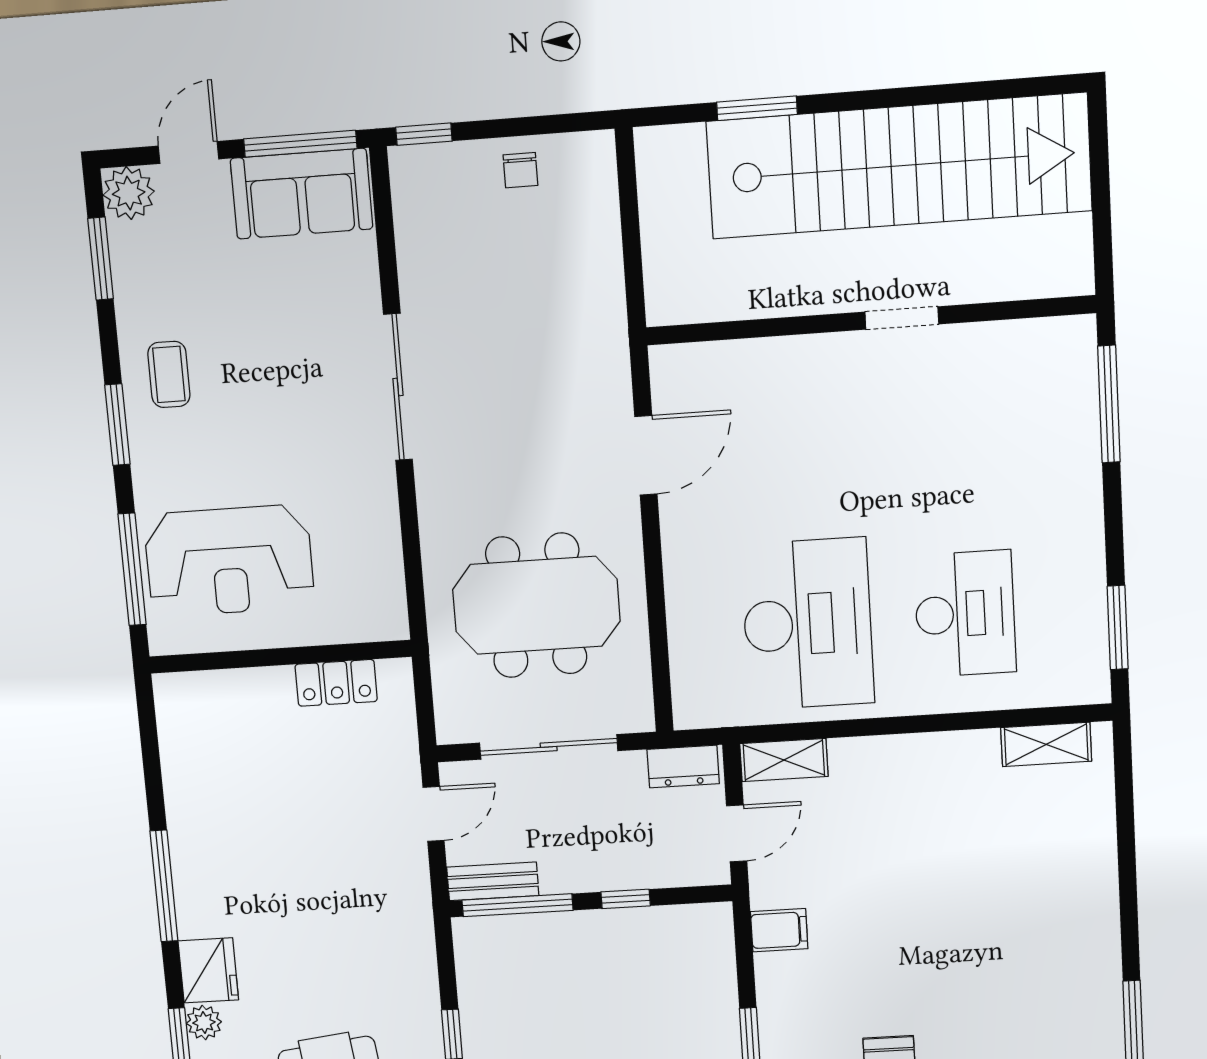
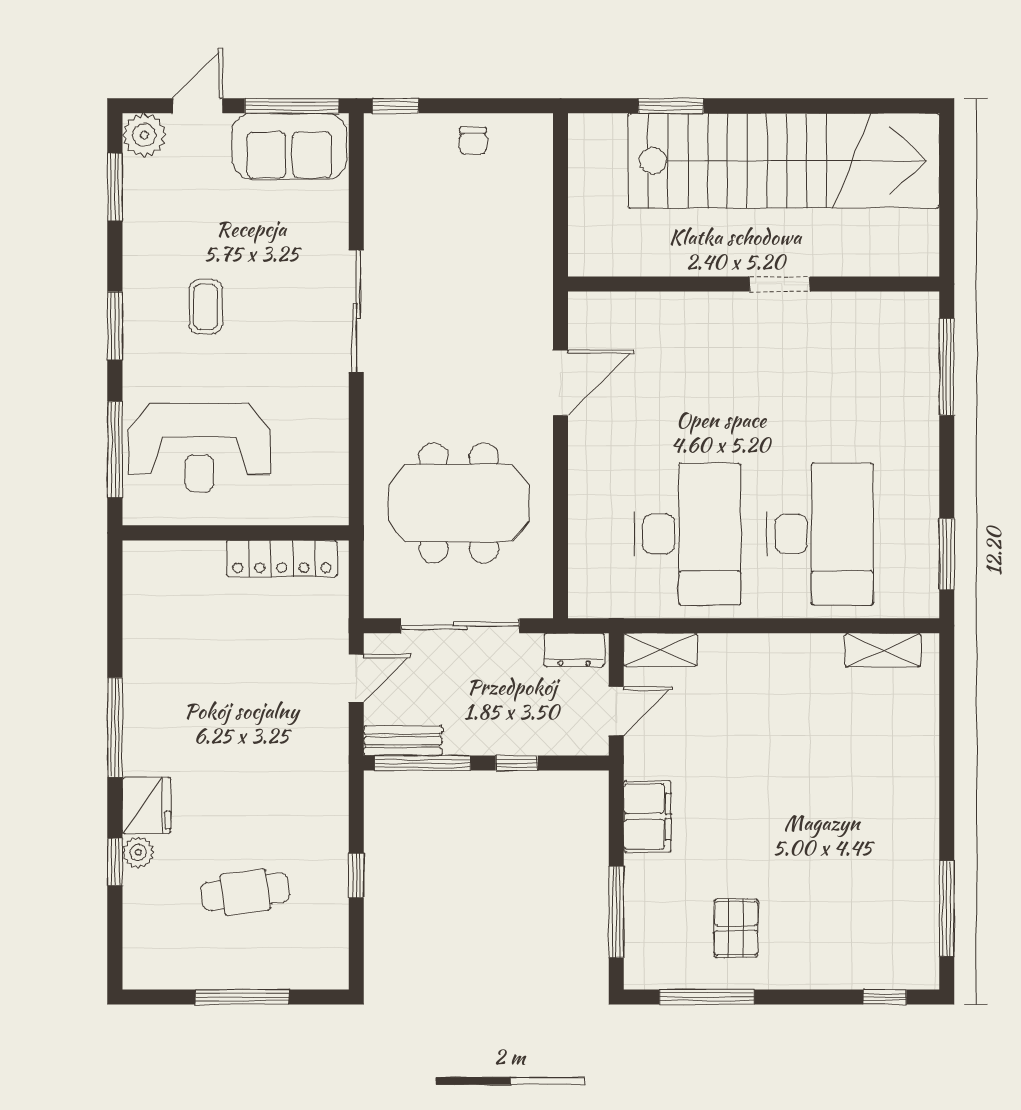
coffee table: (169, 374) -> (206, 307), moved
desk: (965, 614) -> (820, 534), width x1.36, depth x1.30
locker: (336, 683) -> (282, 559), width x1.53
filing cabinet: (779, 930) -> (647, 816), width x2.00

